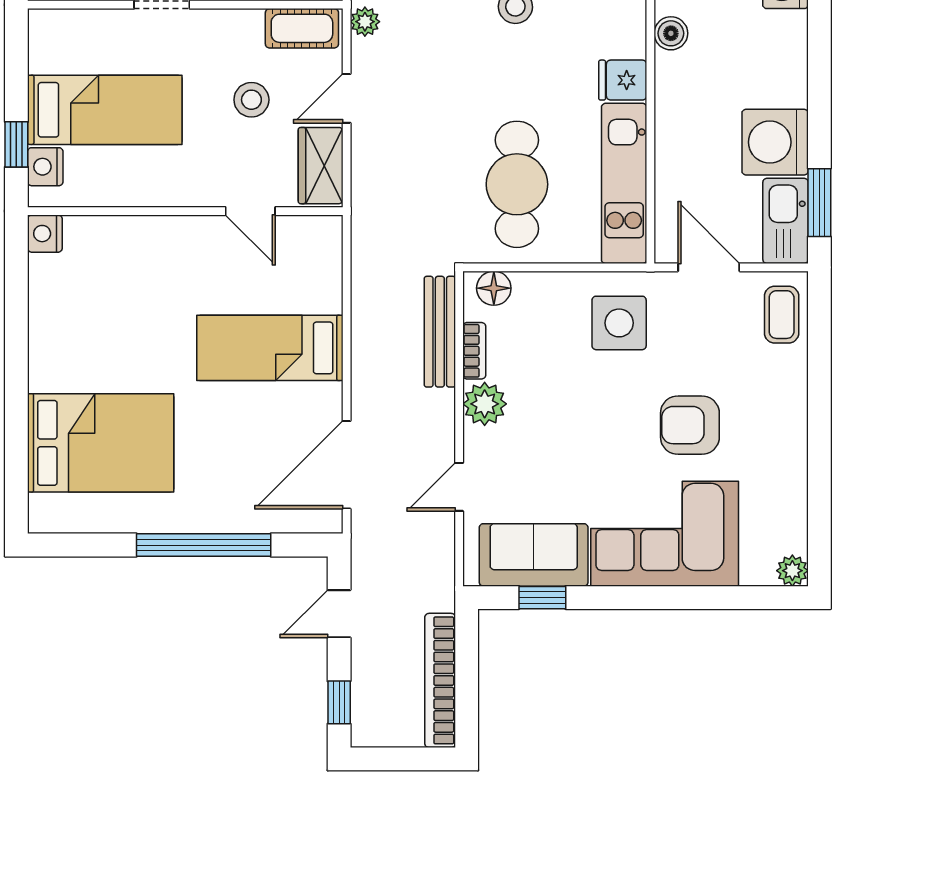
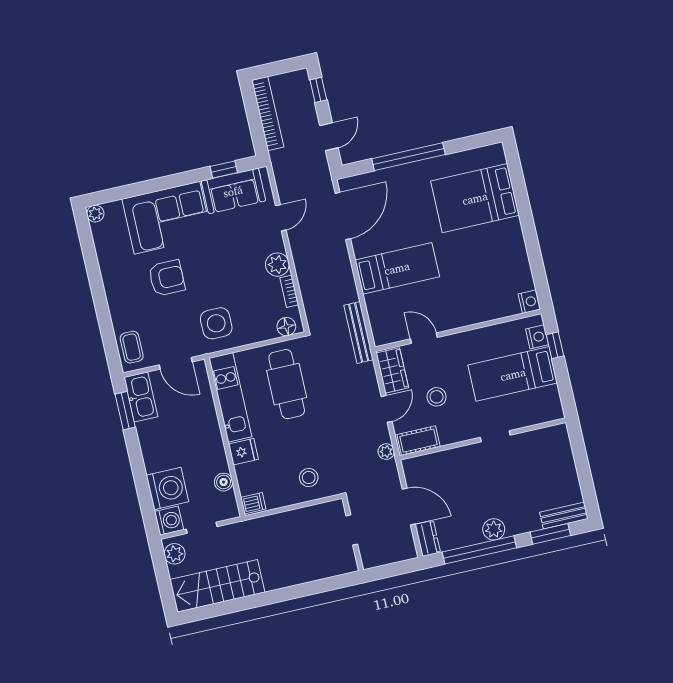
washing machine: (775, 142) -> (167, 488), moved
bench: (440, 332) -> (359, 332), moved

